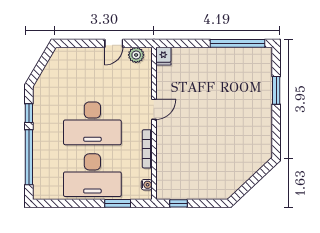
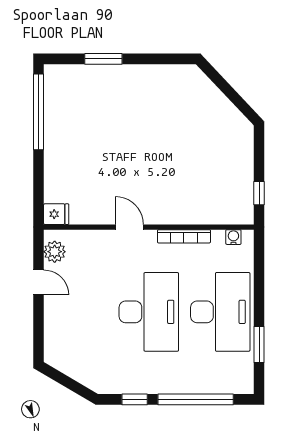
window: (118, 203) -> (259, 345), moved

